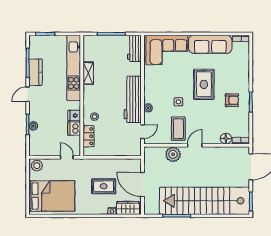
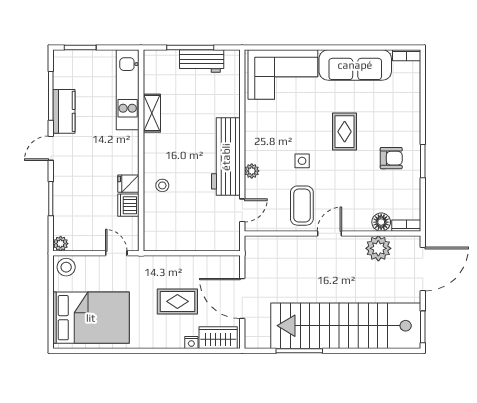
workbench: (134, 48) -> (202, 61), moved, turned -90
kitchen unit: (74, 68) -> (128, 90), width x0.73
rug: (204, 84) -> (345, 132), width x0.73, depth x0.70
plant: (33, 126) -> (61, 244), moved
locker: (89, 136) -> (152, 218), removed
plant: (173, 154) -> (378, 248), moved

